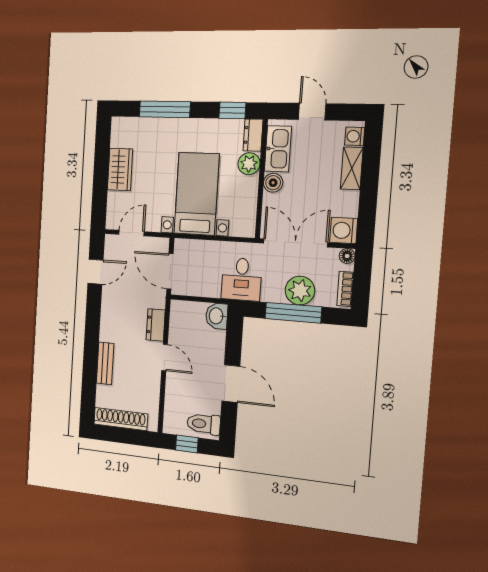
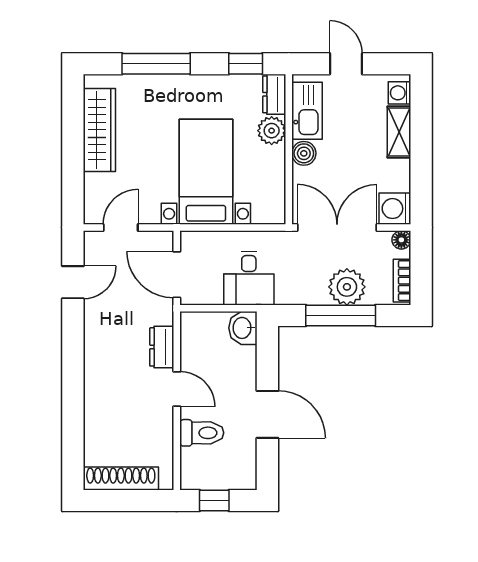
wardrobe: (120, 169) -> (99, 130), width x1.50
desk: (241, 279) -> (249, 278), moved
bench: (105, 363) -> (94, 405), removed
toilet: (204, 424) -> (202, 433), moved, turned 180

